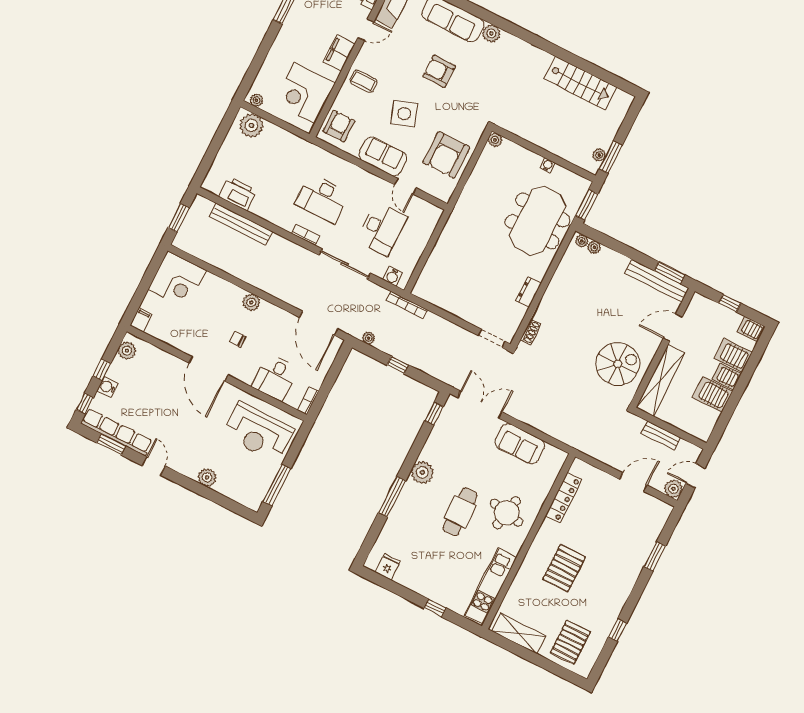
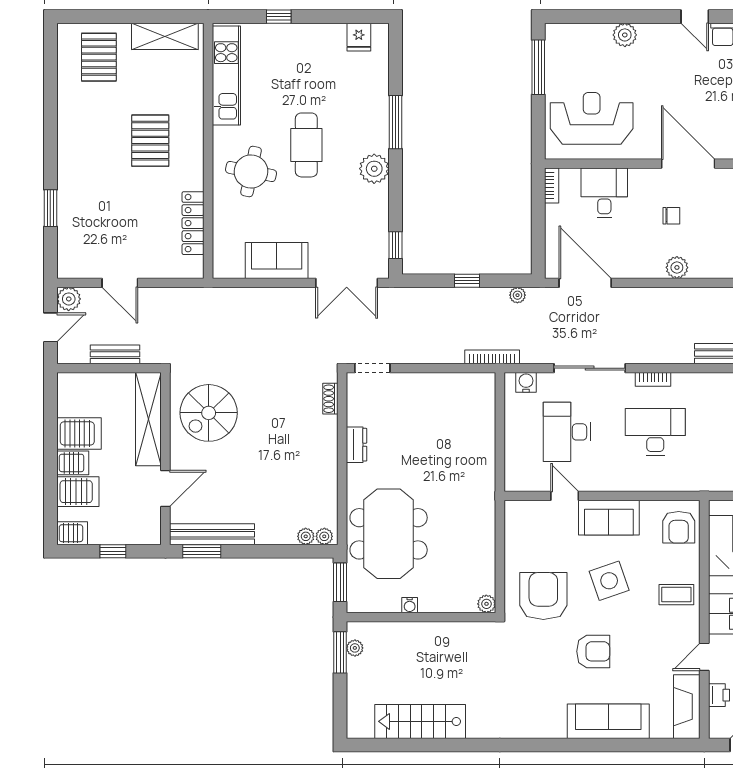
plant: (491, 33) -> (554, 727), removed
armchair: (446, 155) -> (543, 596), moved
door: (633, 482) -> (120, 283), hinge flipped
window: (618, 630) -> (50, 99), removed

